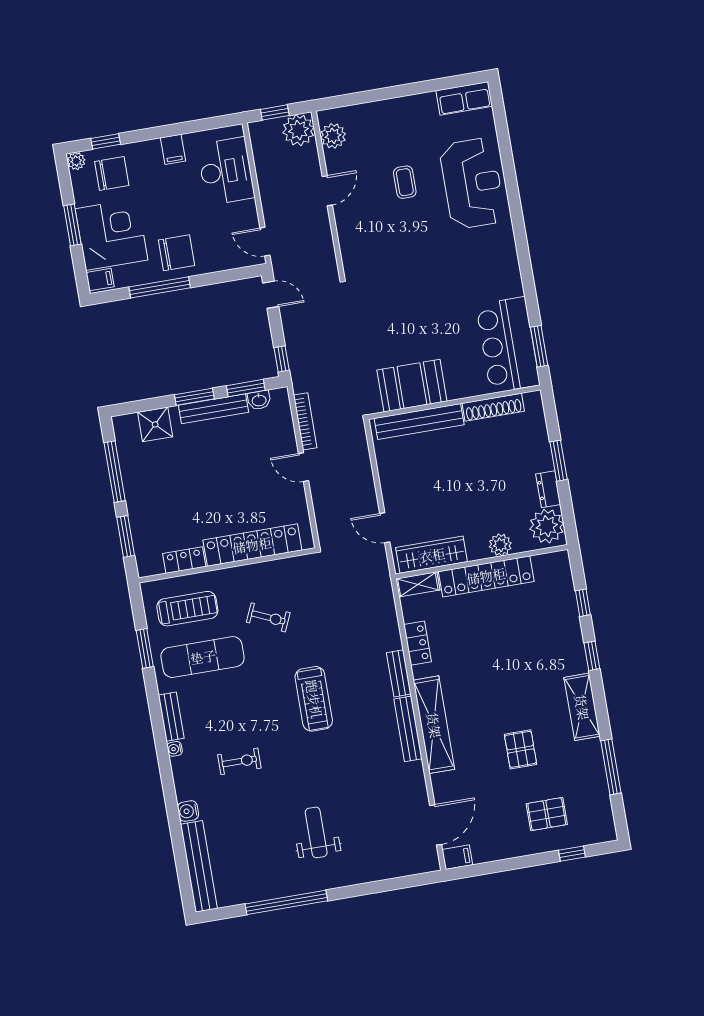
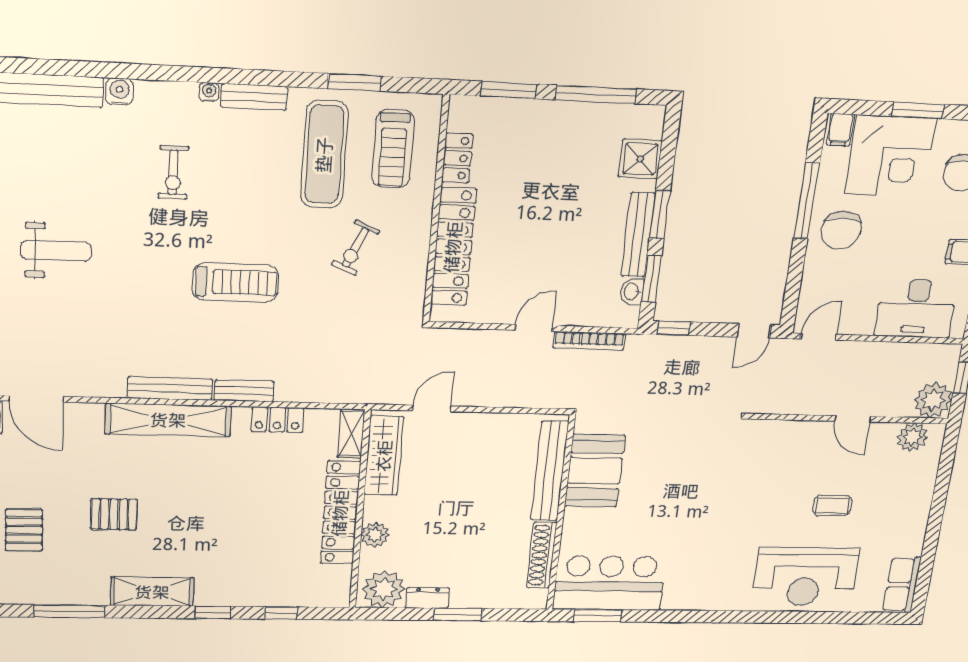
treadmill: (314, 699) -> (235, 282), turned 180

